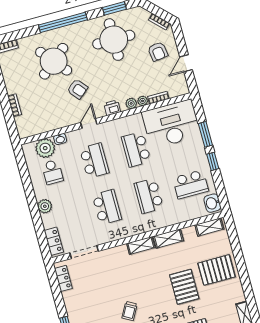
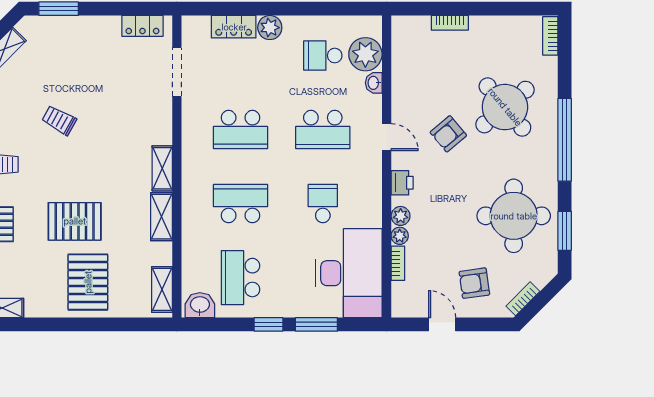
school desk: (136, 149) -> (323, 204), width x0.54
locker: (54, 241) -> (234, 27), moved

